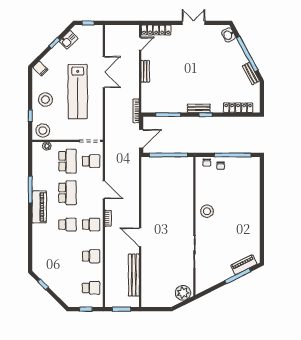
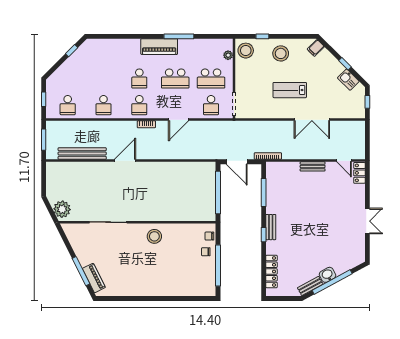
locker: (156, 30) -> (359, 173), width x0.66
washbasin: (228, 35) -> (327, 275), moved
lab bench: (78, 92) -> (290, 90), width x0.54, depth x0.72

